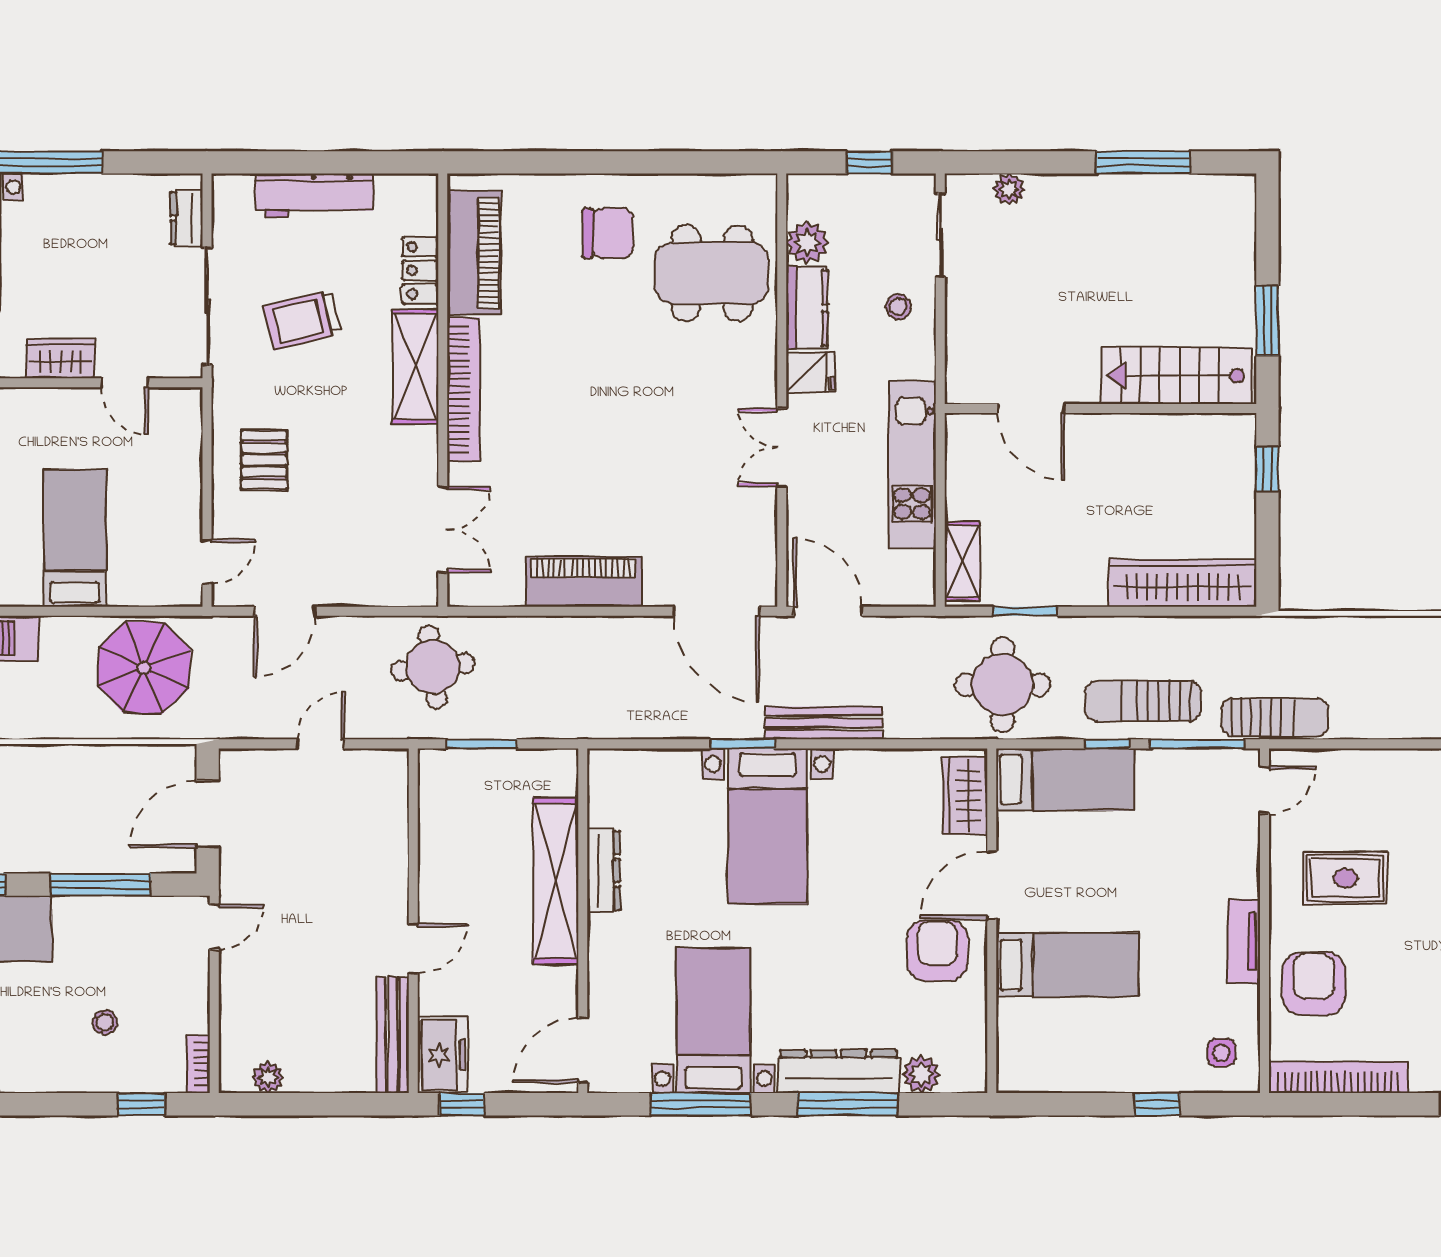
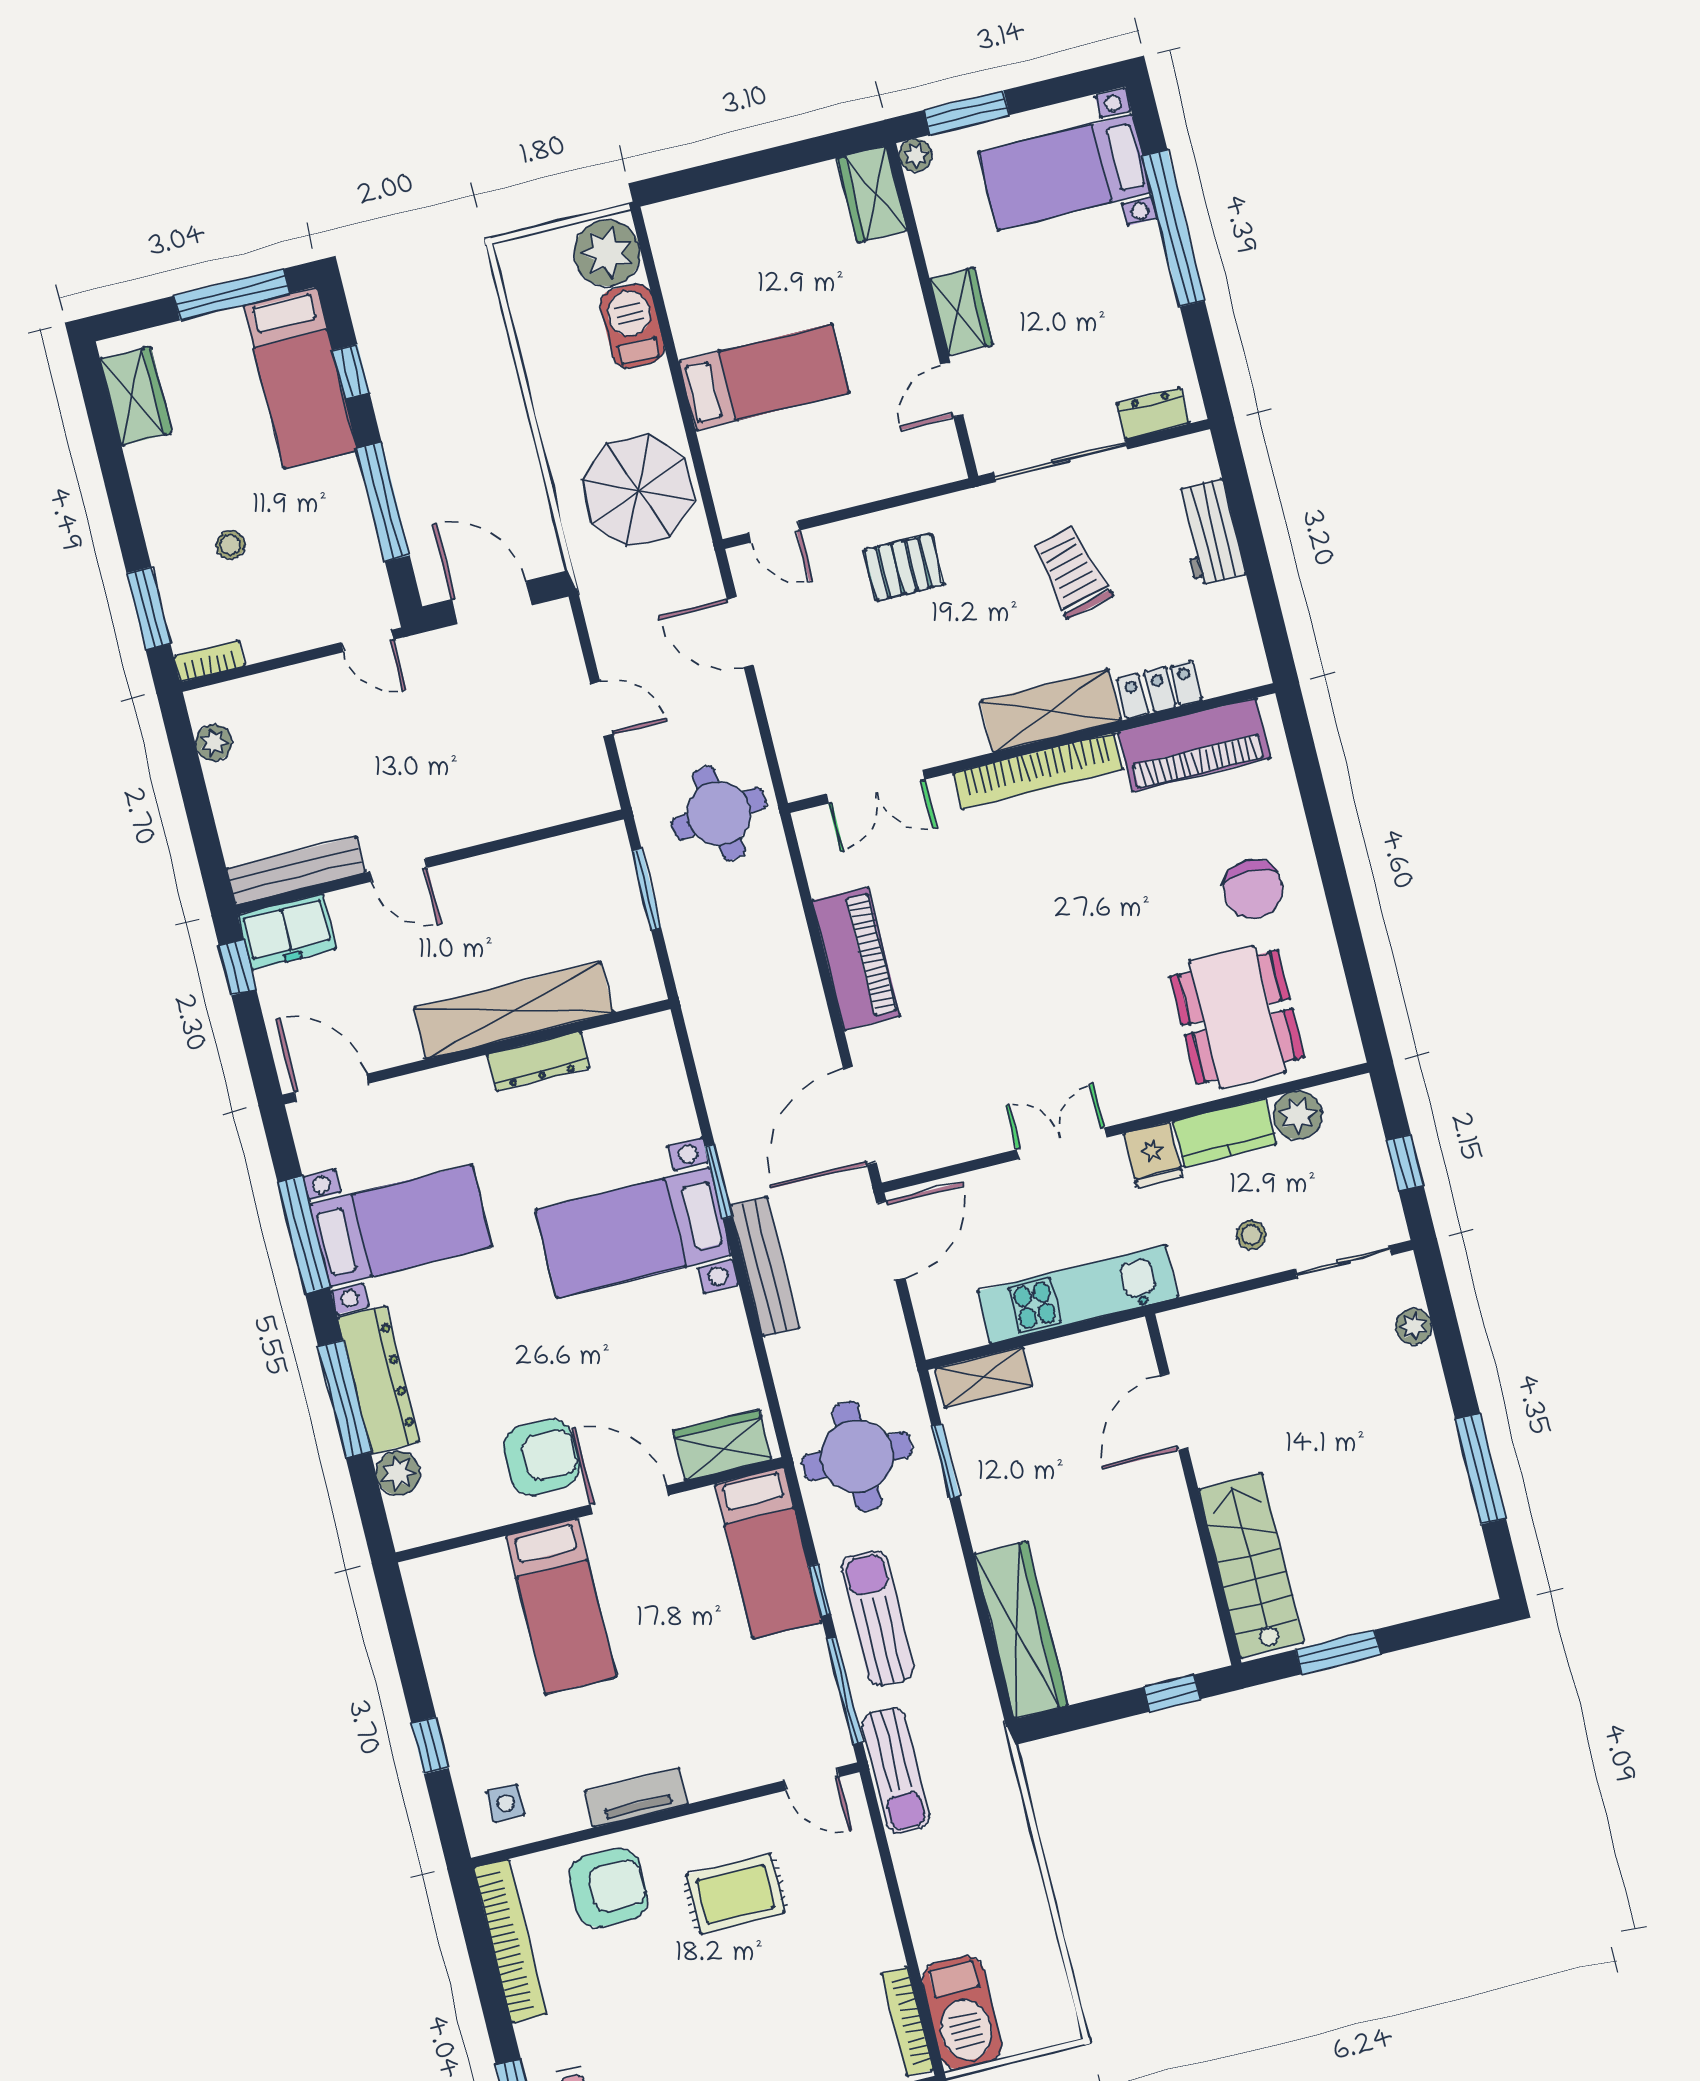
workbench: (314, 196) -> (1209, 532), width x0.73
rug: (1345, 878) -> (735, 1894), turned 90
window: (141, 1104) -> (149, 608), width x1.50

